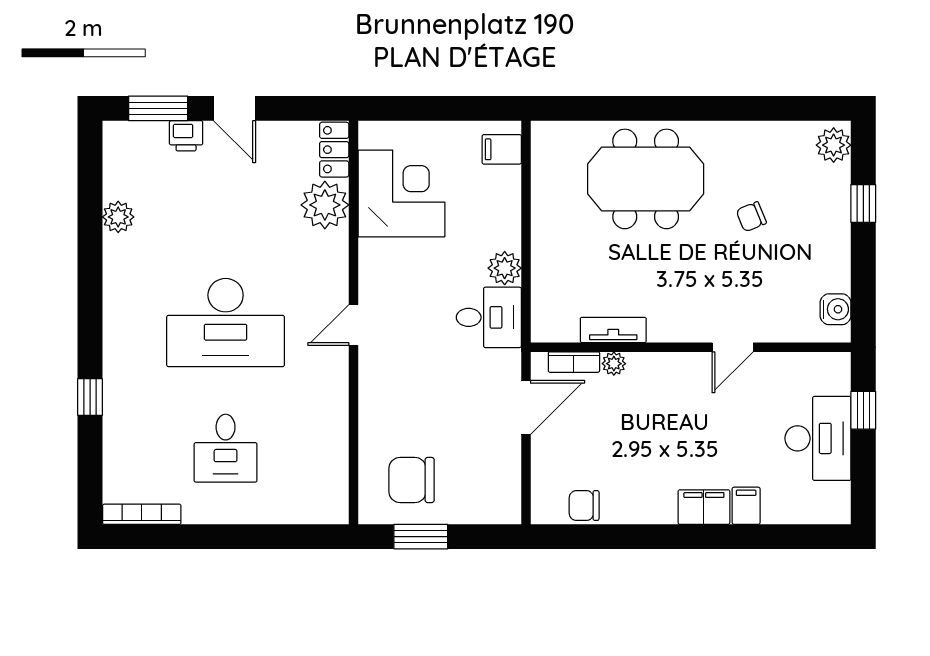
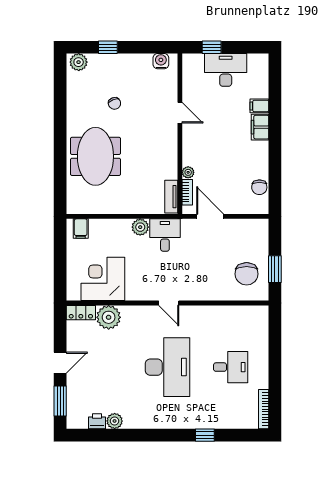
printer: (186, 136) -> (97, 421), moved, turned -90
tv unit: (613, 330) -> (171, 197), moved

